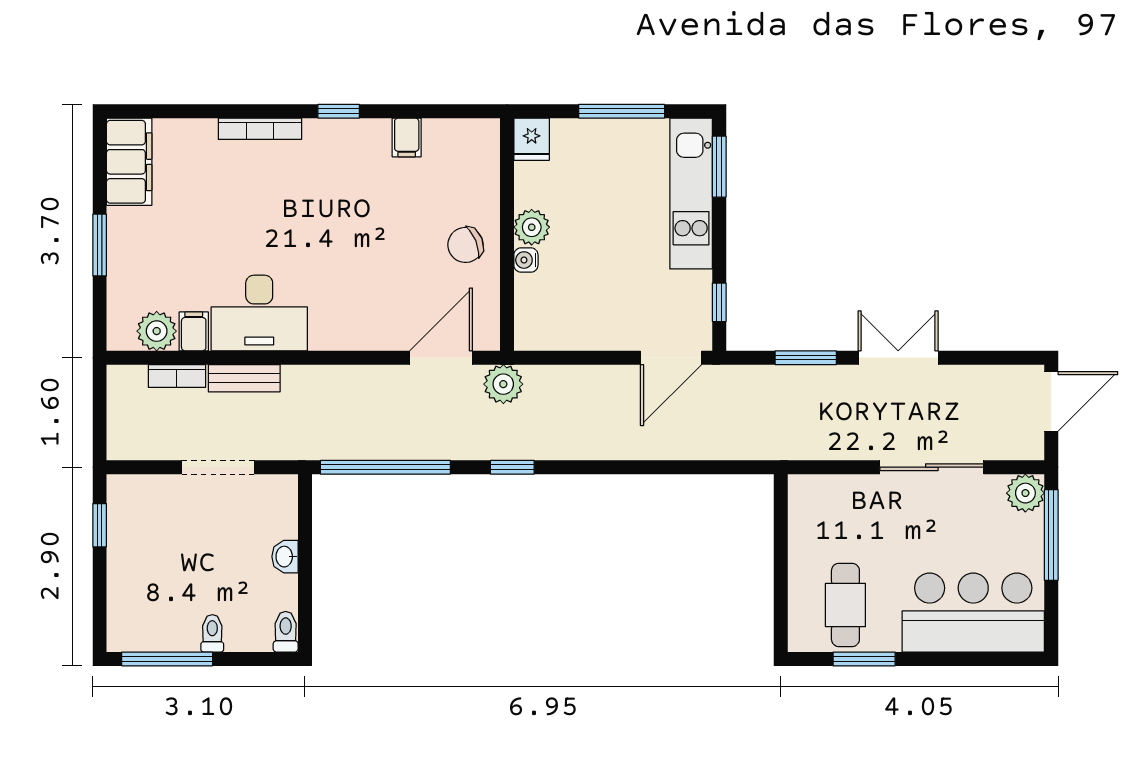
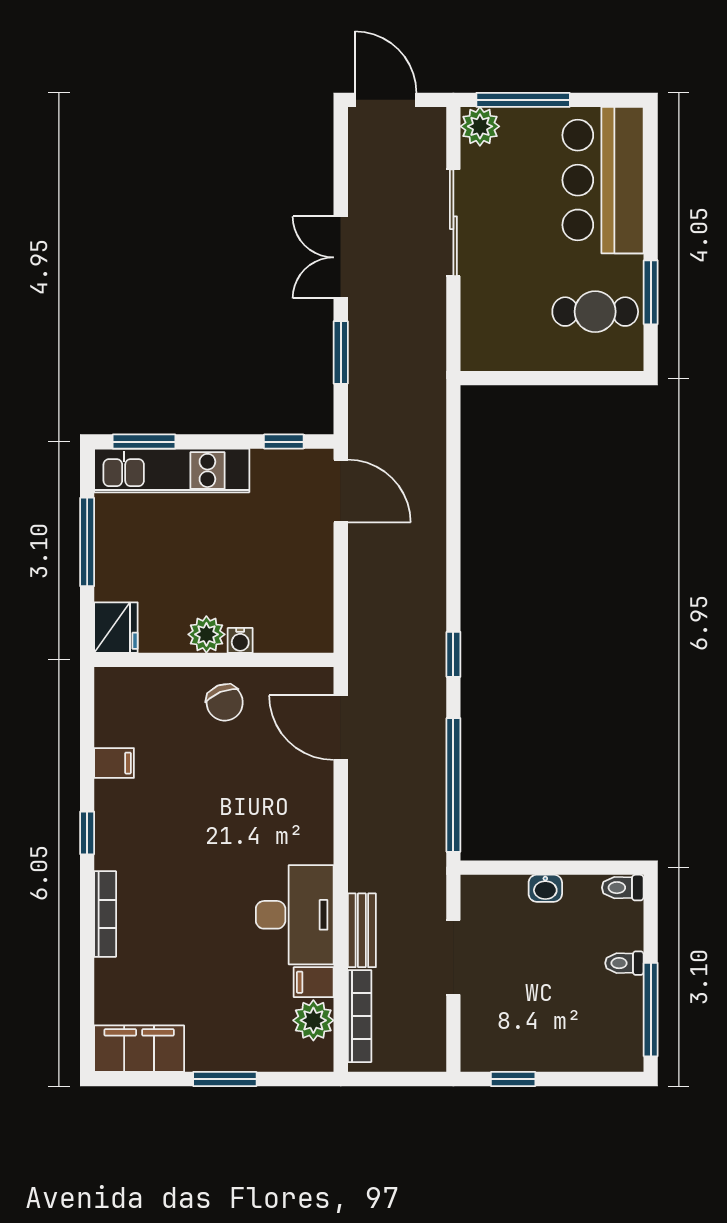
fridge: (532, 139) -> (116, 628), width x1.38
bookcase: (177, 376) -> (360, 1016), width x1.56
plant: (503, 384) -> (368, 664), removed

